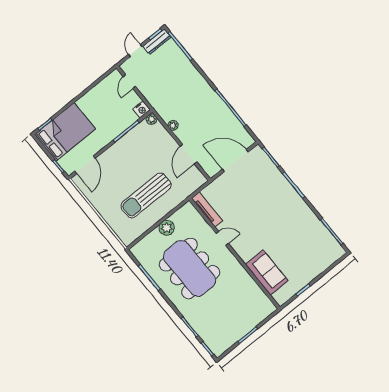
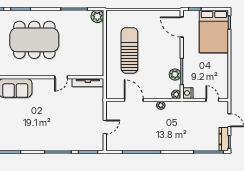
plant: (134, 135) -> (175, 74), added
door: (235, 161) -> (105, 127), width x0.53
plant: (167, 228) -> (97, 16), moved
dining table: (190, 268) -> (34, 40), moved

